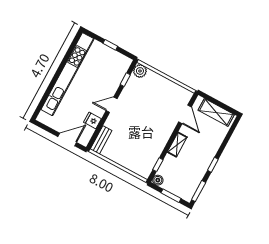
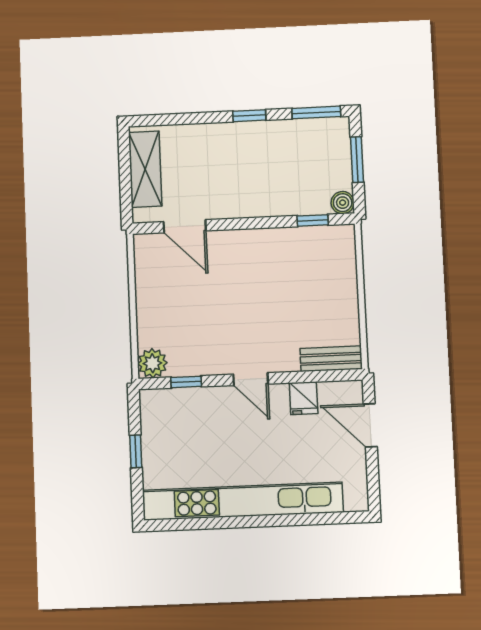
door: (185, 114) -> (185, 226), swing flipped
shelving: (177, 145) -> (252, 206), removed

